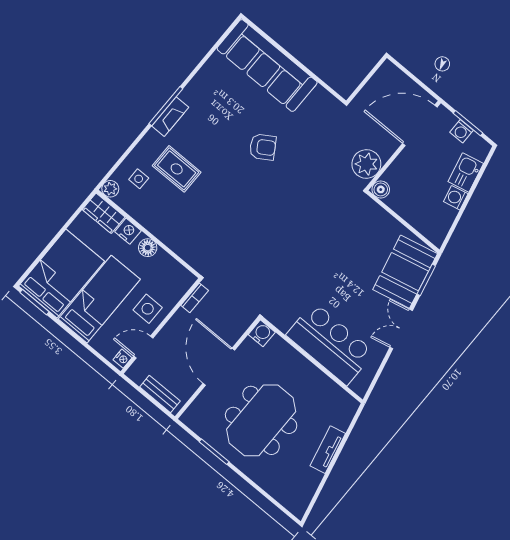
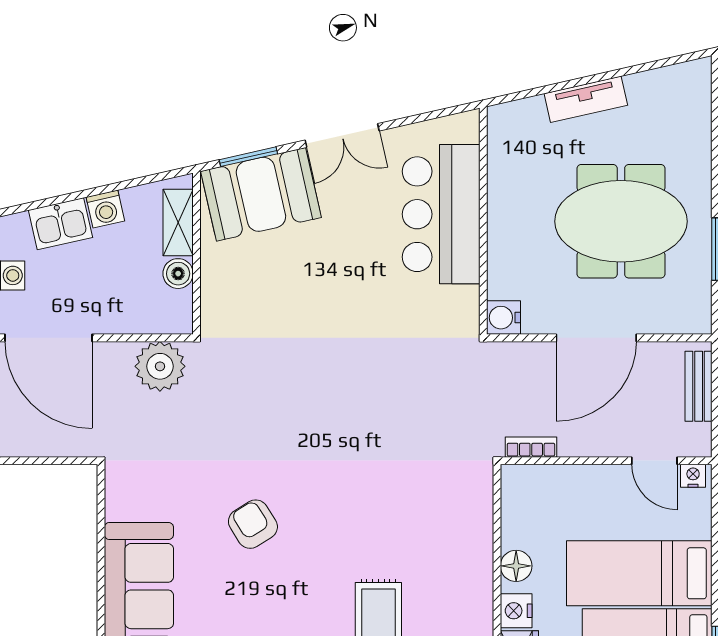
boiler: (381, 189) -> (178, 274), moved
shelving: (423, 225) -> (178, 222), added
side table: (148, 309) -> (598, 498), removed

